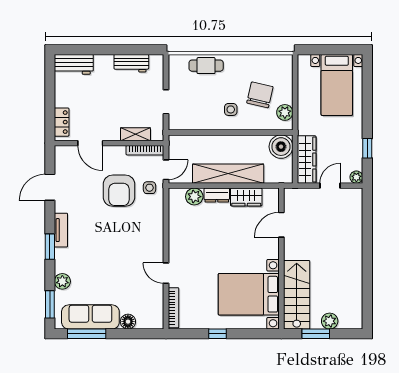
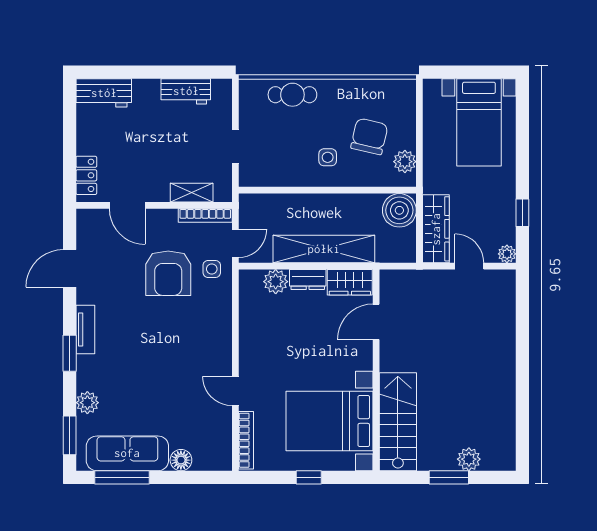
door: (330, 186) -> (469, 266), hinge flipped
door: (281, 225) -> (376, 322), moved
wall: (281, 259) -> (376, 370), moved
bed with nightstands: (249, 294) -> (330, 421), moved
stairs: (297, 295) -> (398, 422), moved

